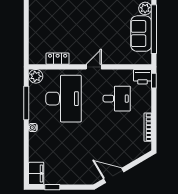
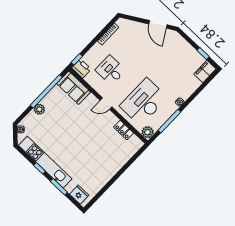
sofa: (141, 34) -> (74, 88), moved, turned 90

